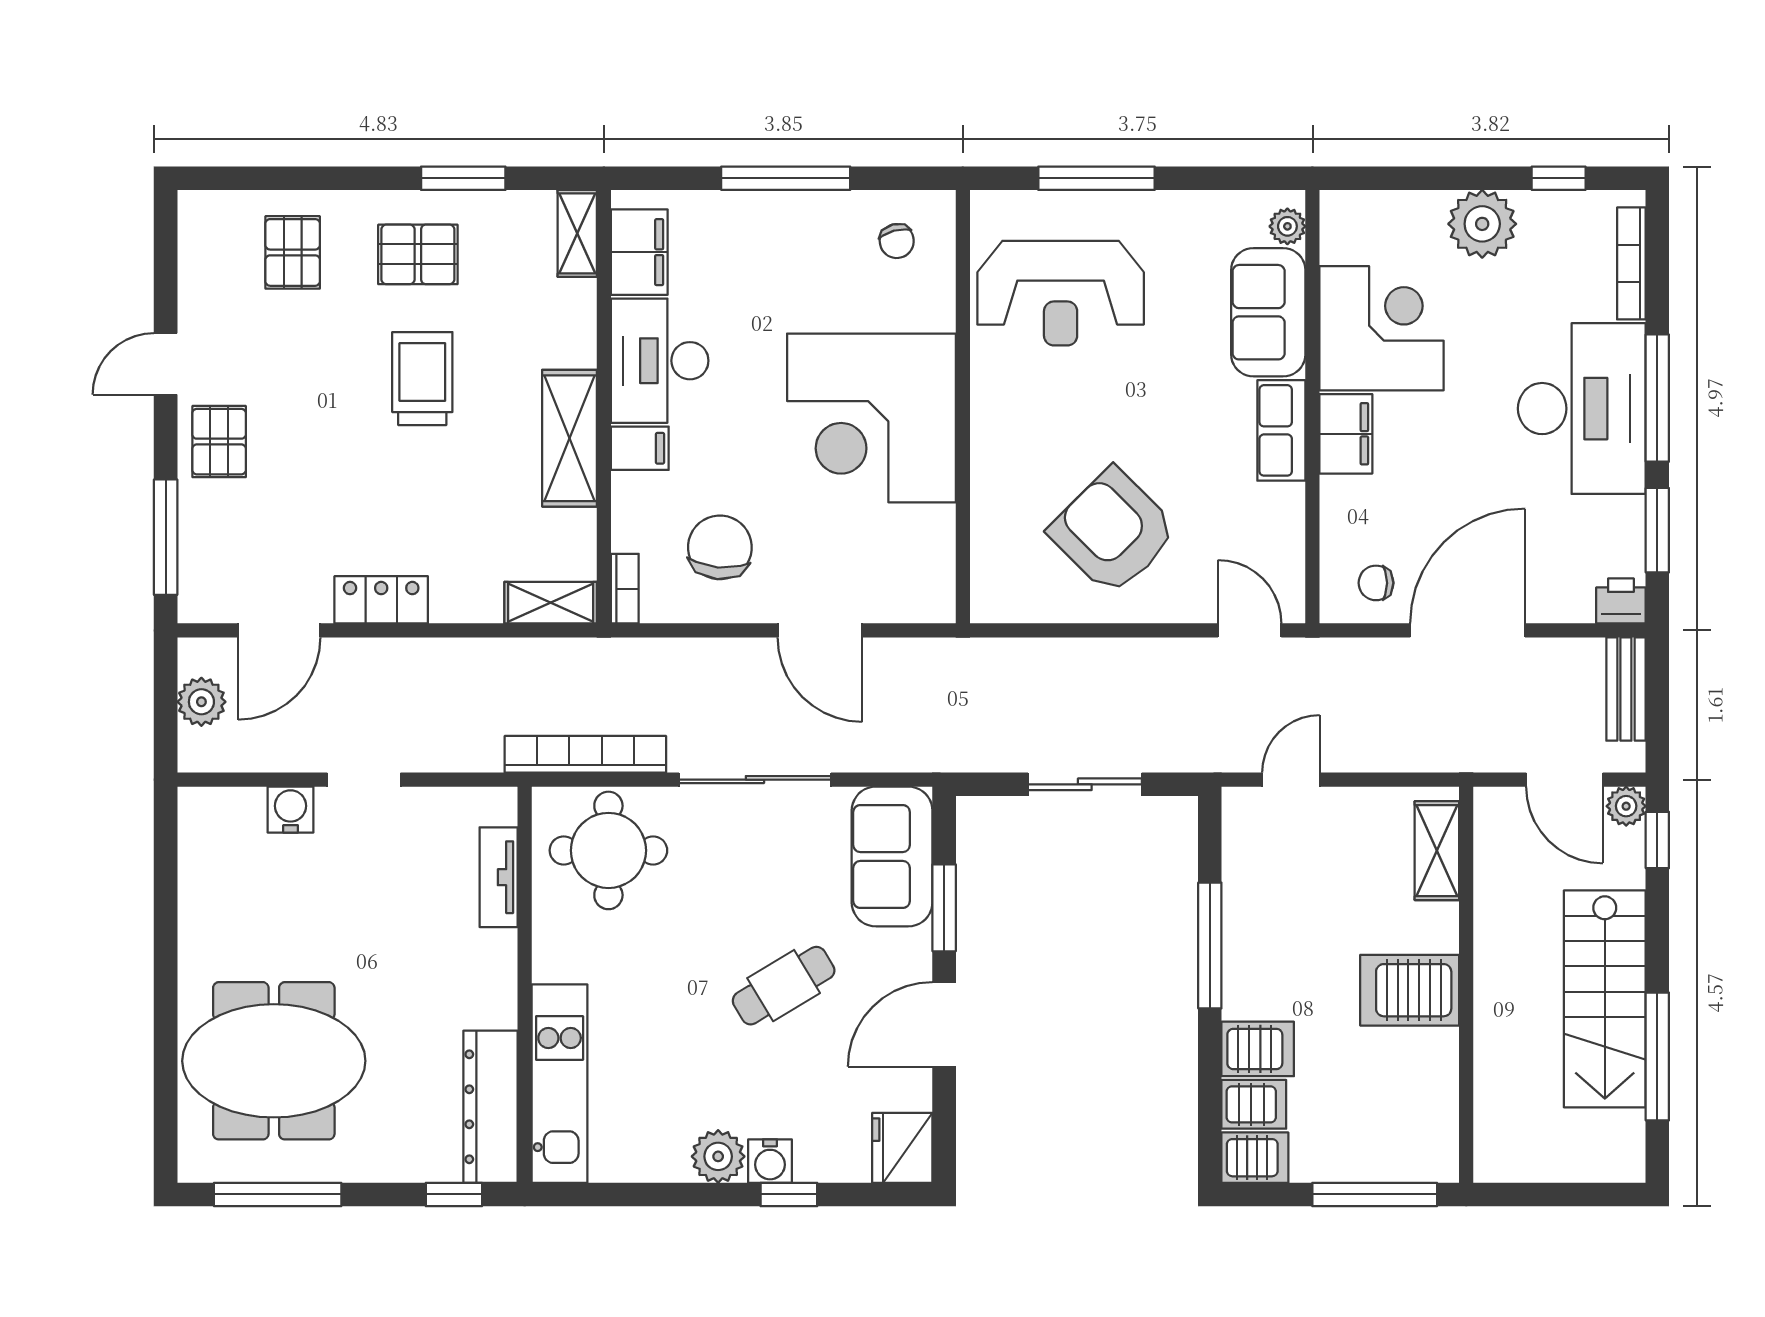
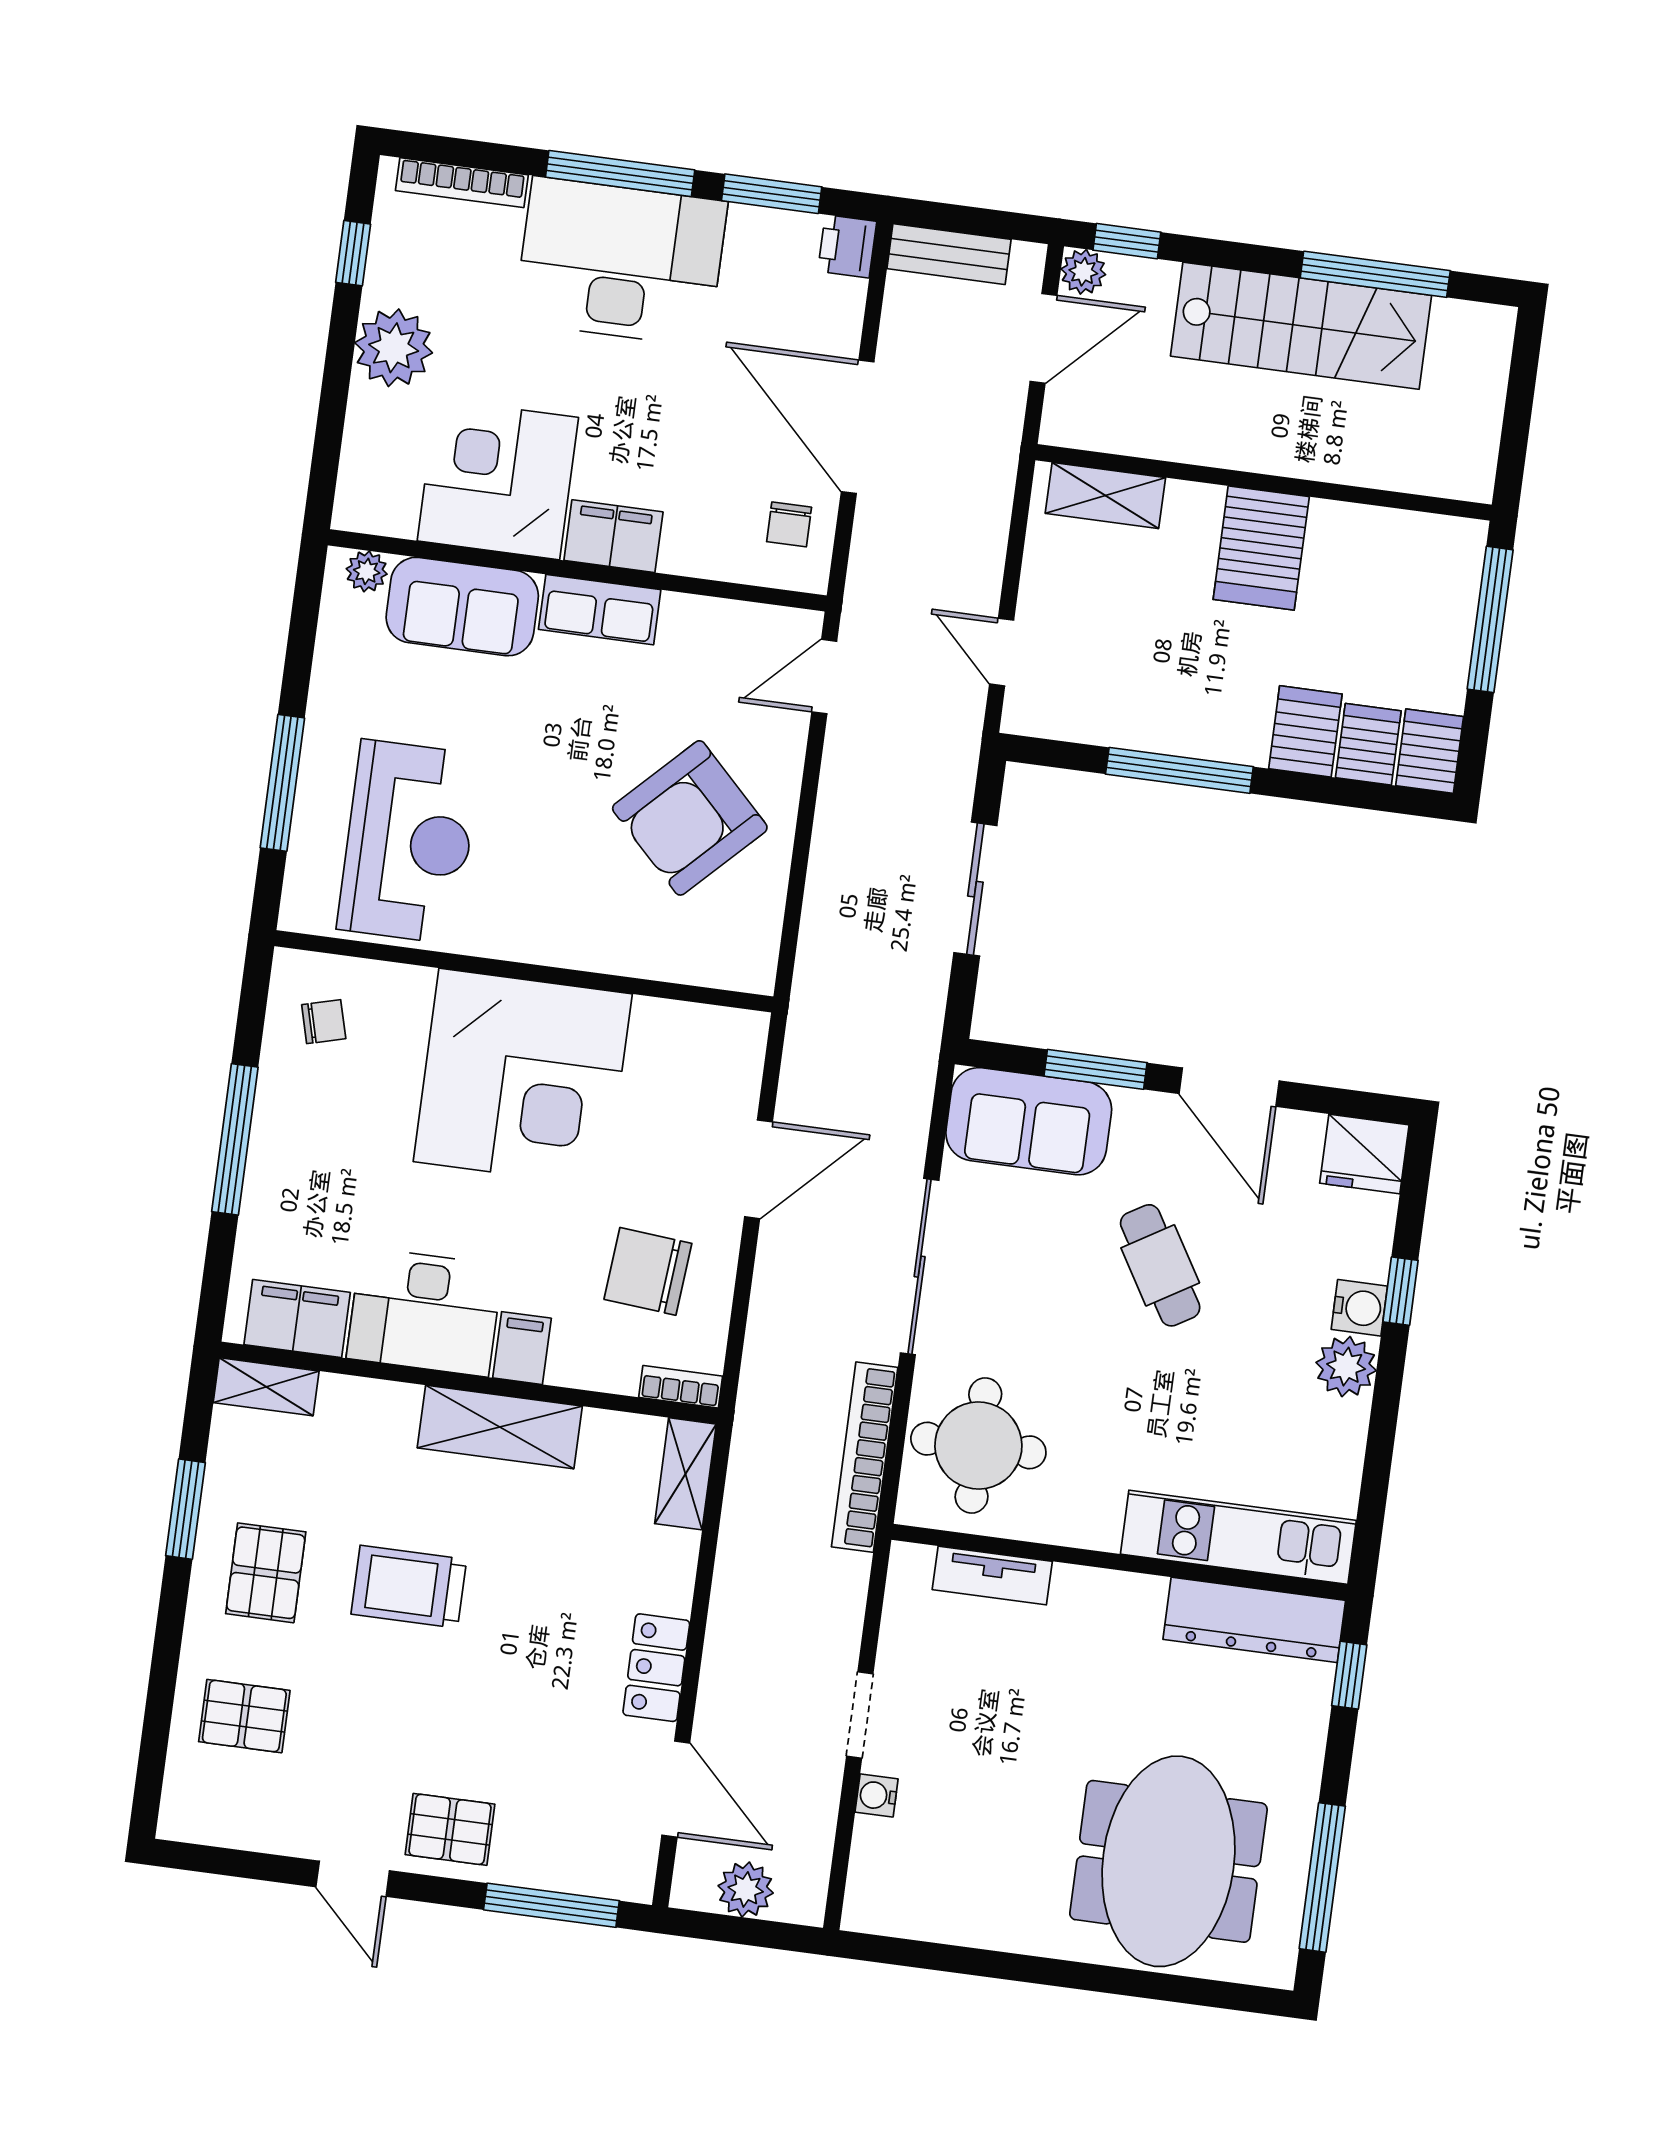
water cooler: (291, 810) -> (877, 1795), width x0.72, depth x0.72

